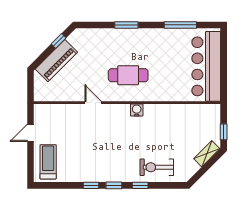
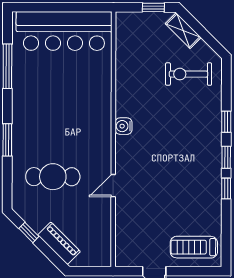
piano: (56, 61) -> (59, 243), width x0.73, depth x0.75
cafe table: (128, 75) -> (53, 177), moved, turned 90
exercise bike: (157, 167) -> (189, 74), moved, turned 90

